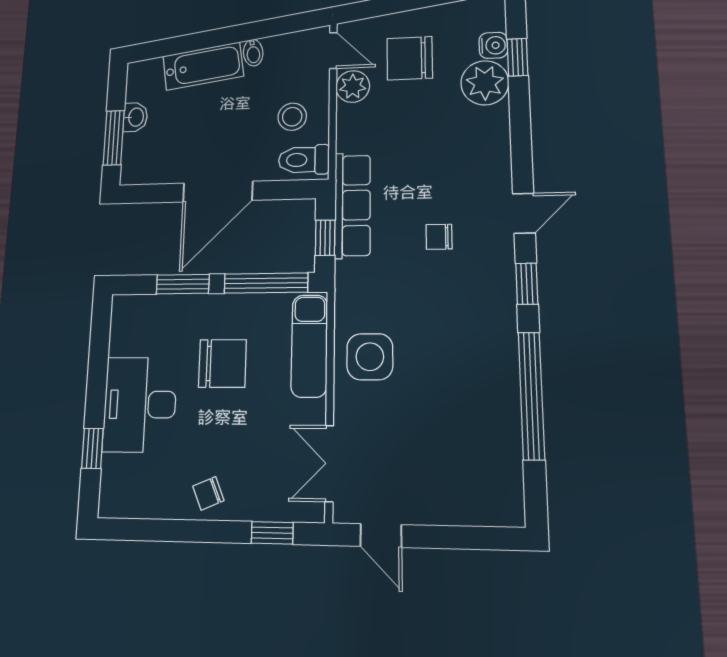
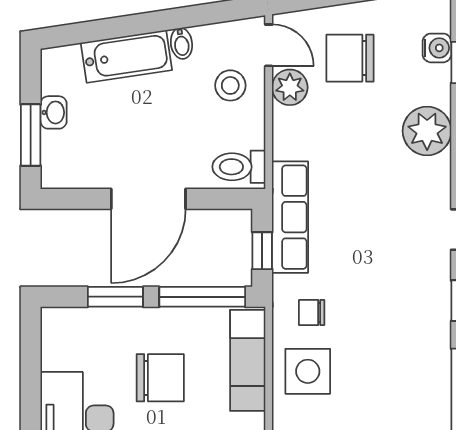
plant: (485, 83) -> (427, 131), moved
stool: (292, 117) -> (230, 85), moved
chair: (439, 237) -> (312, 312), moved

